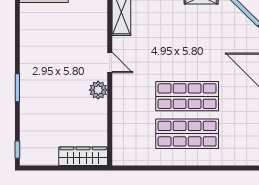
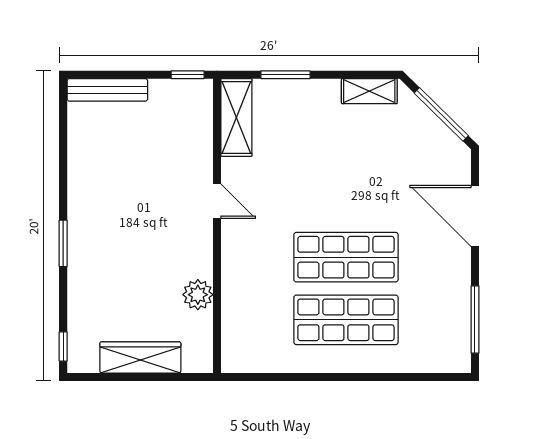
plant: (98, 90) -> (198, 295), moved
wardrobe: (83, 156) -> (140, 358), moved

